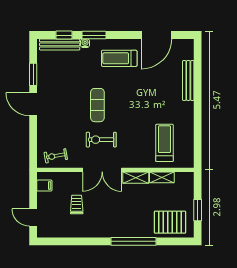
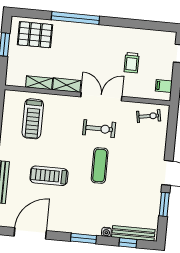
window: (94, 35) -> (83, 238), moved
treadmill: (119, 58) -> (49, 176), moved, turned 180

